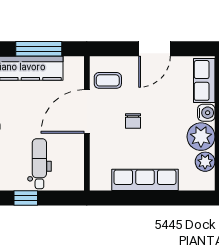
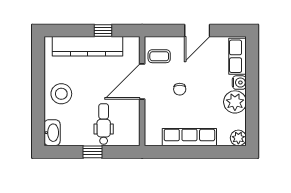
window: (39, 49) -> (103, 31), width x0.46
plant: (205, 162) -> (238, 138), moved

